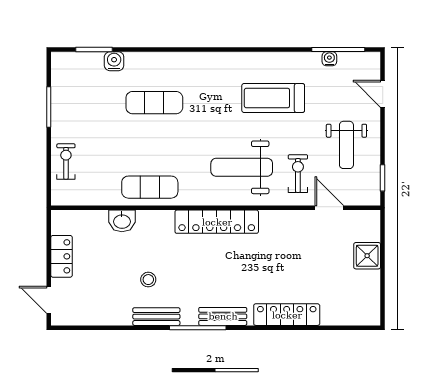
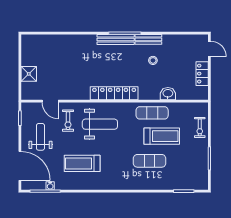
water cooler: (114, 61) -> (172, 184), removed
door: (383, 94) -> (20, 166), width x1.87
treadmill: (273, 98) -> (82, 163), turned 180
treadmill: (133, 146) -> (162, 136), added
locker: (287, 315) -> (74, 41), removed
bench: (223, 316) -> (116, 39), width x1.36

